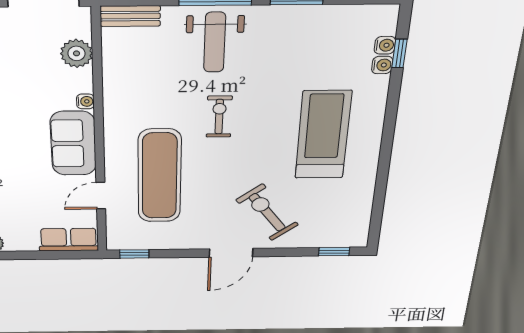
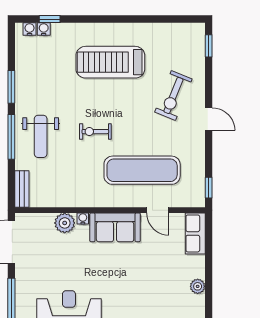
weight bench: (215, 42) -> (41, 136), turned 90
plant: (76, 53) -> (65, 223), moved
water cooler: (382, 65) -> (30, 29), moved
exercise bike: (267, 212) -> (173, 95), turned -31
door: (231, 253) -> (209, 119), width x0.73

